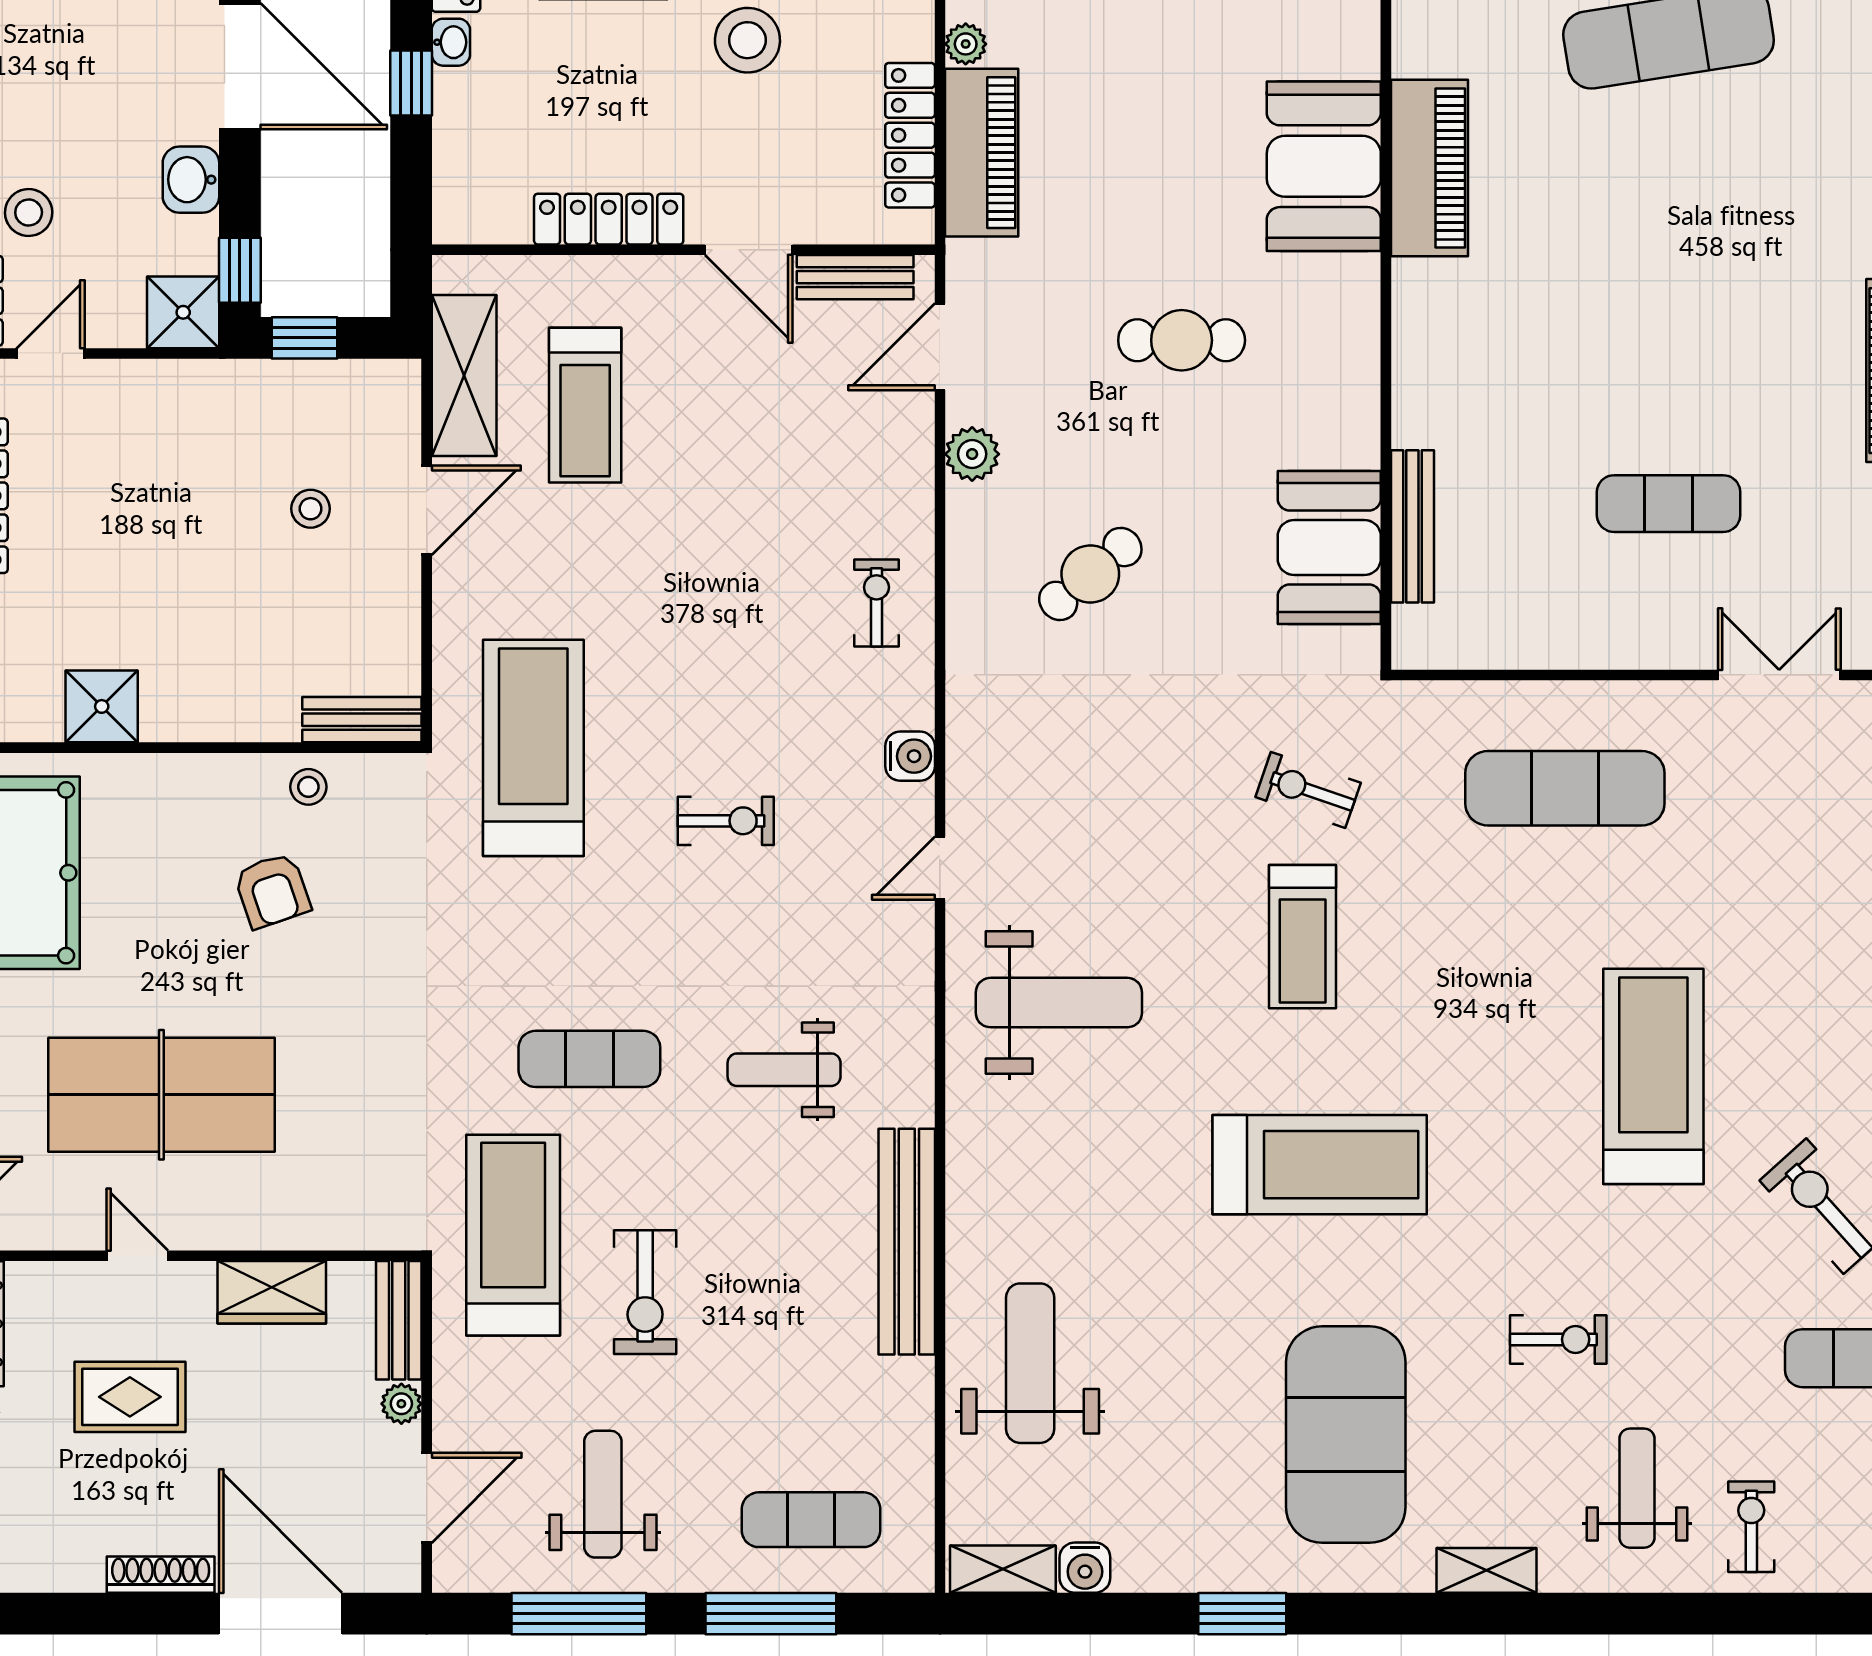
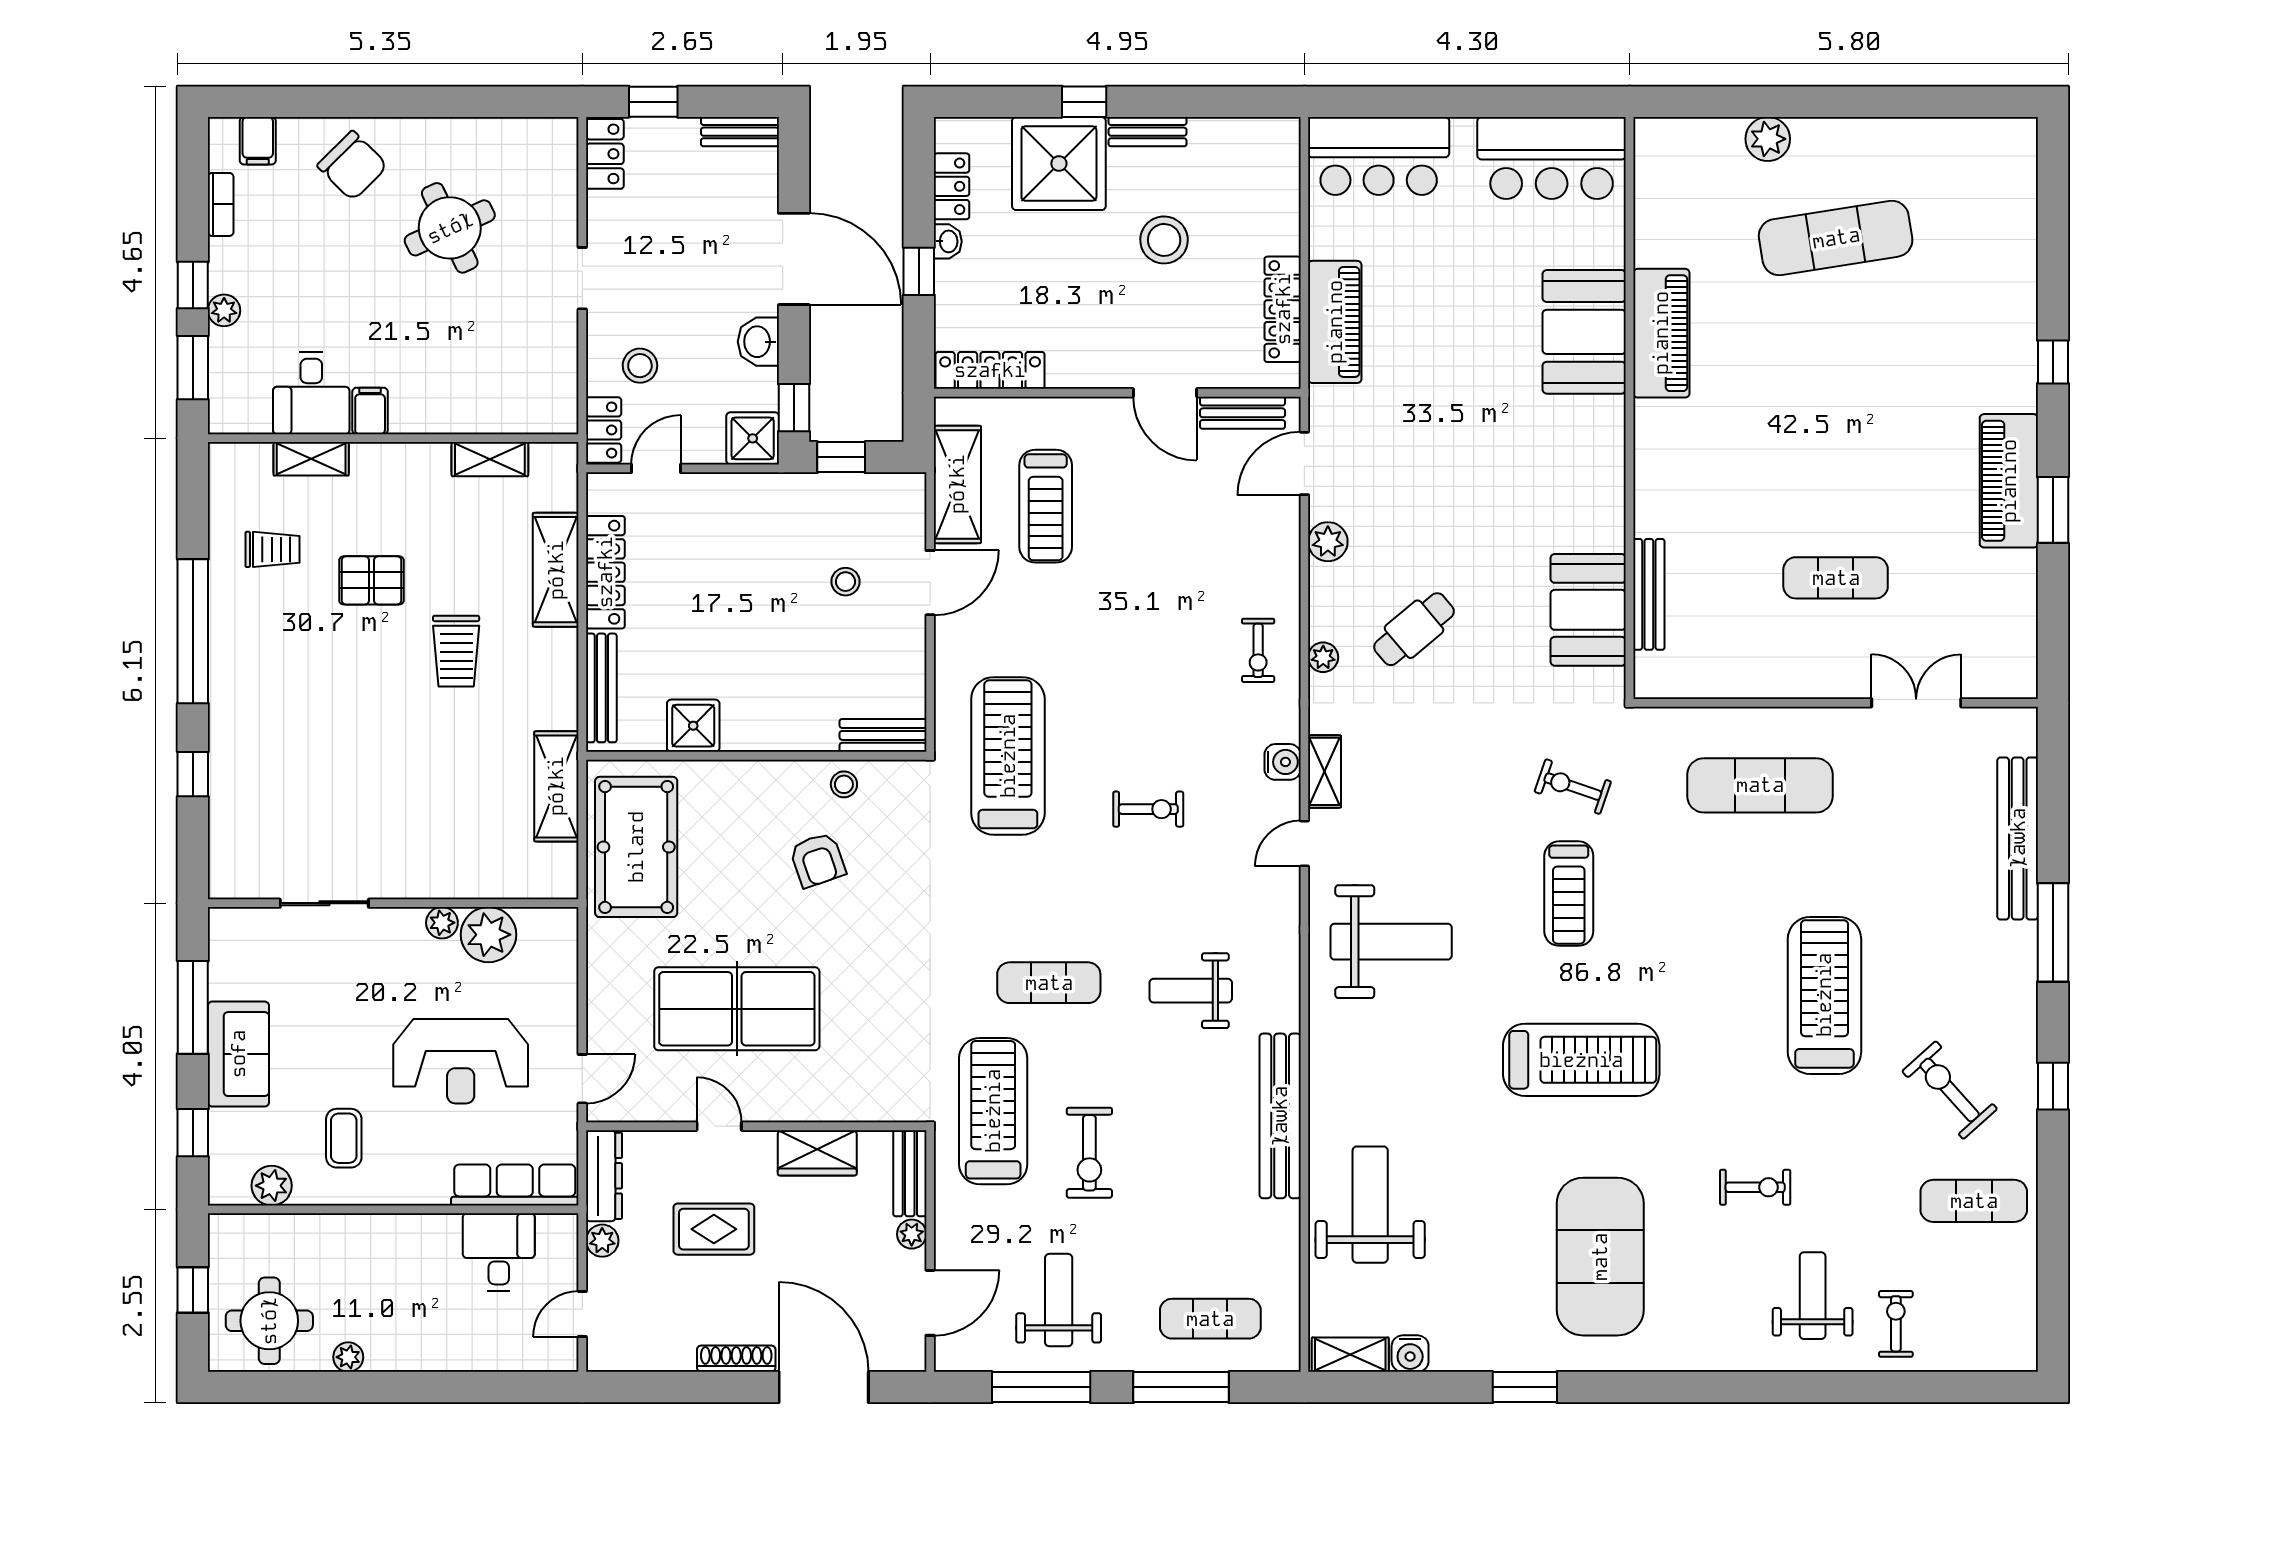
plant: (966, 44) -> (1323, 657), moved
locker: (609, 219) -> (990, 370), moved
cafe table: (1182, 340) -> (1481, 459), removed
exercise bike: (876, 603) -> (1258, 650), turned 180
shelving: (1486, 1570) -> (1325, 771), moved, turned 90

